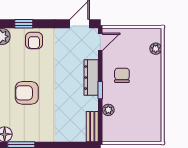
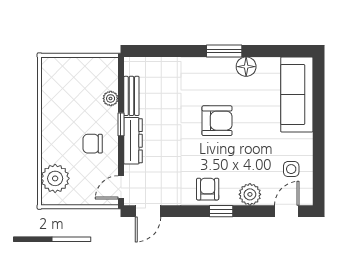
plant: (156, 49) -> (55, 178), width x1.88, depth x1.88
chair: (122, 75) -> (93, 144), turned 90
bench: (92, 127) -> (131, 96), moved

